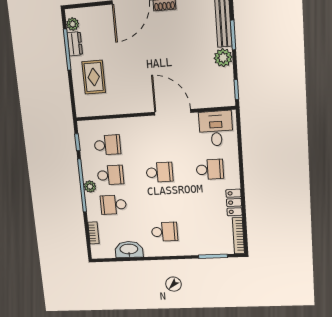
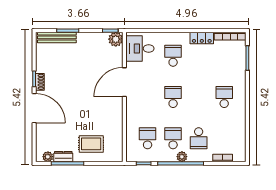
plant: (223, 58) -> (116, 39), moved
washbasin: (129, 249) -> (239, 129), removed

